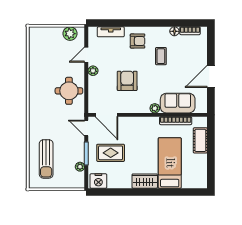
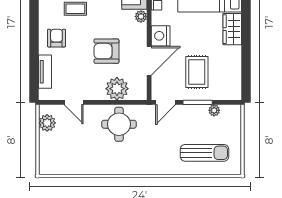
plant: (93, 71) -> (117, 89), moved, width x1.88, depth x1.88
door: (106, 115) -> (149, 61), moved
nightstand: (98, 181) -> (161, 36), moved, turned 180

